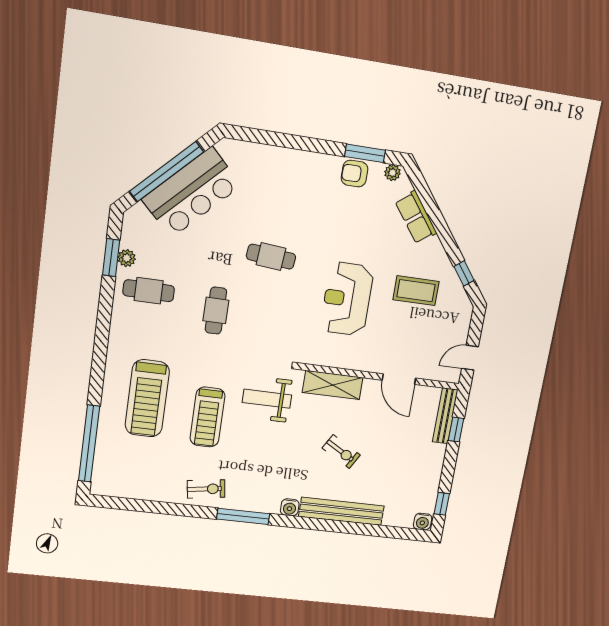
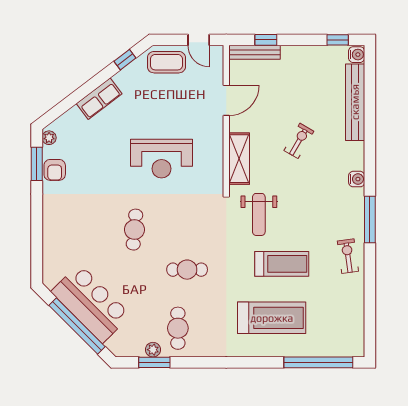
row of seats: (416, 217) -> (99, 99), moved
coffee table: (416, 291) -> (166, 62), moved, turned 90
bench: (341, 511) -> (355, 102), moved

